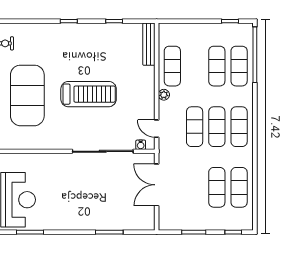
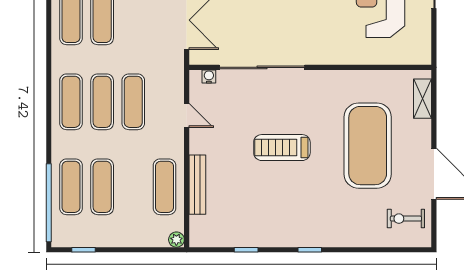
bench: (149, 44) -> (197, 185), moved
treadmill: (89, 94) -> (282, 148), width x0.73, depth x0.73
plant: (164, 95) -> (176, 240), moved
door: (157, 129) -> (187, 115), moved

